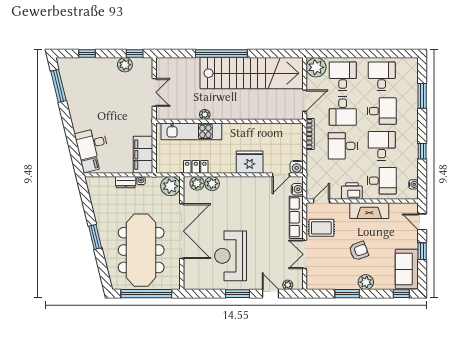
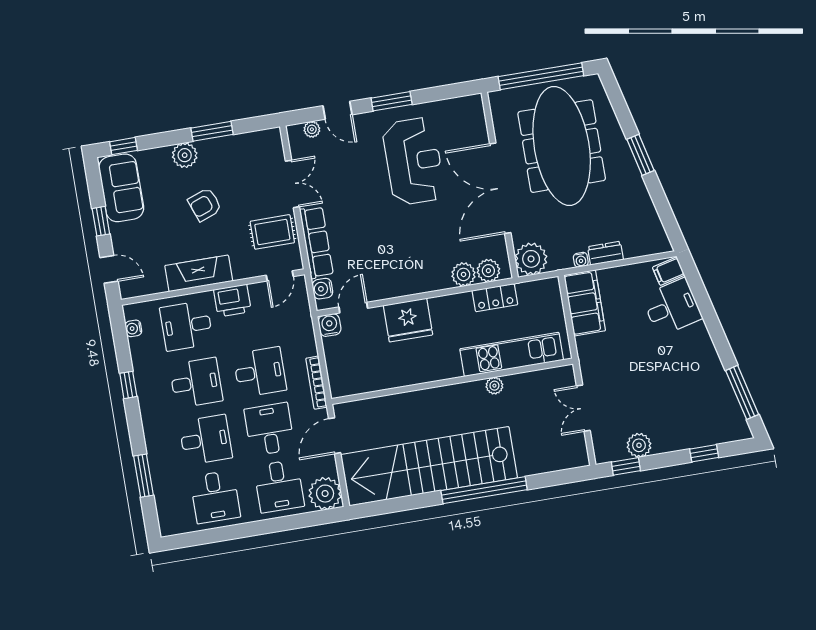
desk: (382, 111) -> (206, 440), turned 180
desk: (382, 146) -> (196, 383), turned -90

